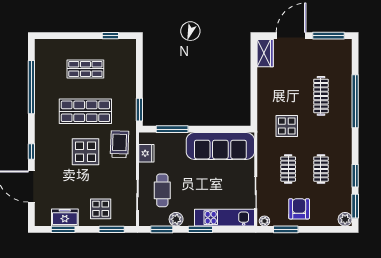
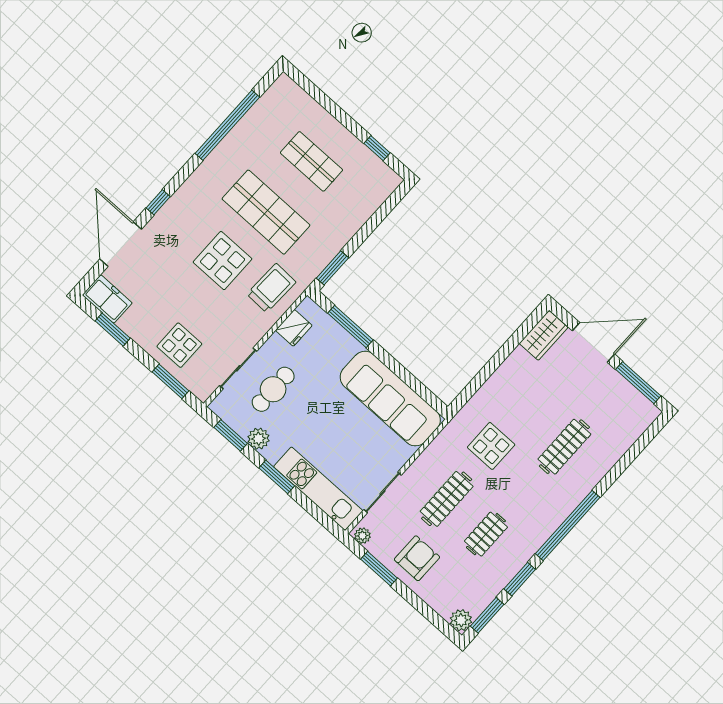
window: (355, 101) -> (568, 526), moved
clothes rail: (288, 169) -> (447, 499), width x1.36
freezer: (65, 217) -> (107, 299), moved

